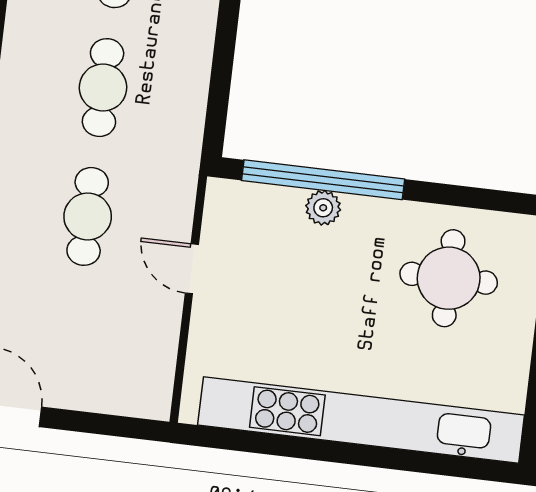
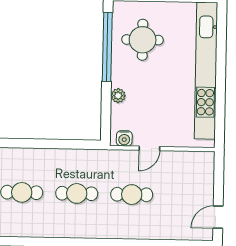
window: (323, 180) -> (107, 47), moved
water cooler: (221, 212) -> (124, 138), added

